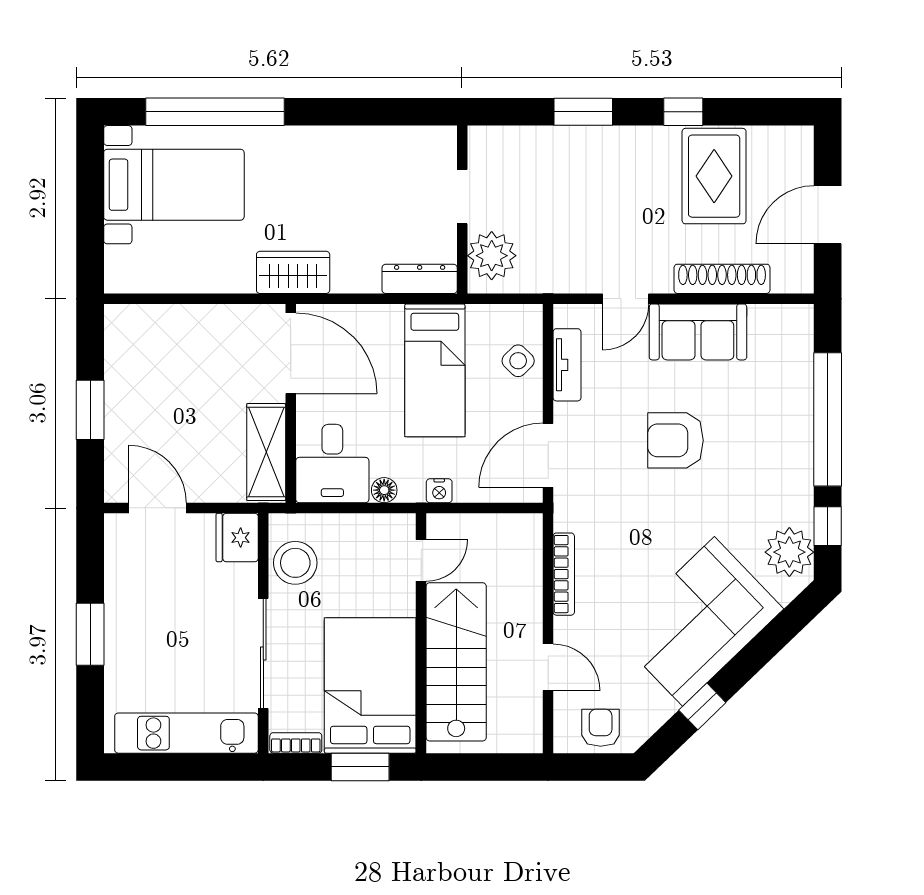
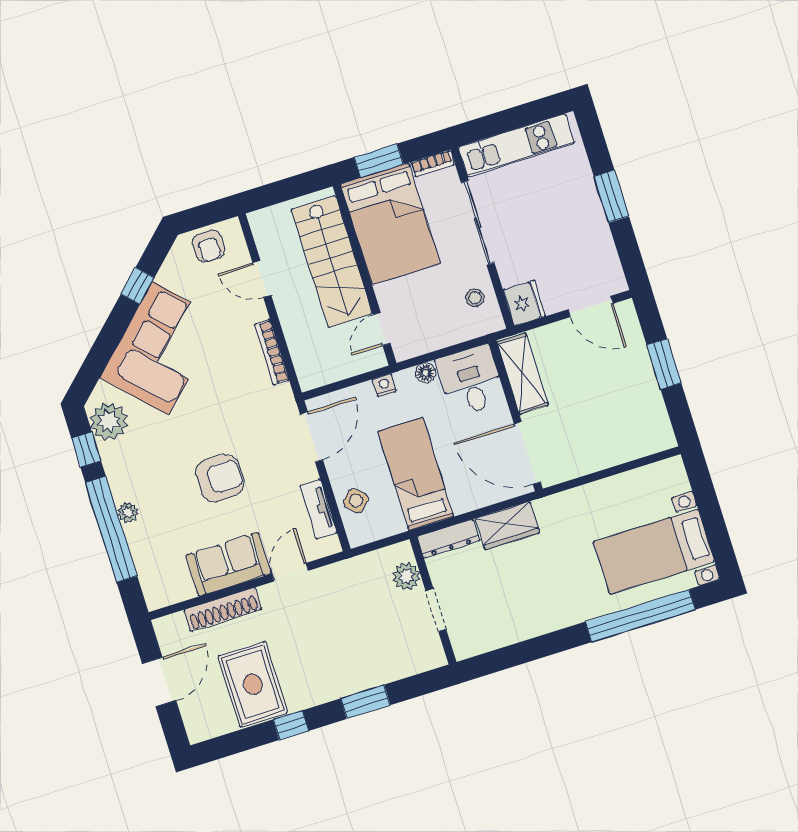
plant: (492, 256) -> (407, 576), width x0.73, depth x0.73
wardrobe: (293, 272) -> (507, 526), moved
plant: (801, 434) -> (128, 512), added
stool: (295, 563) -> (475, 298), width x0.53, depth x0.53

